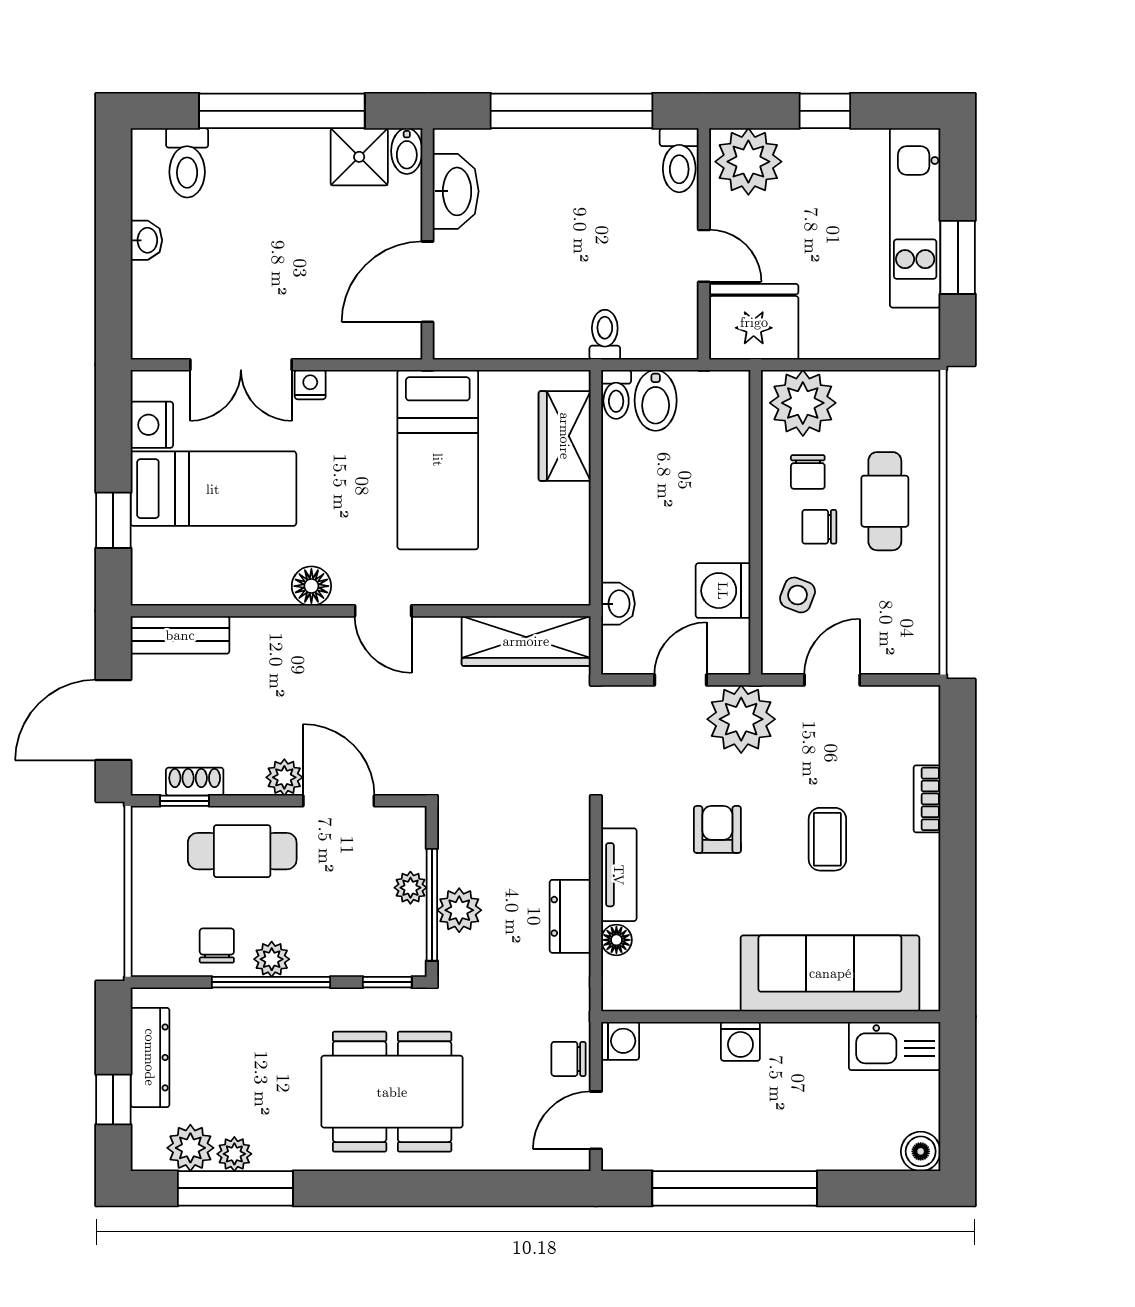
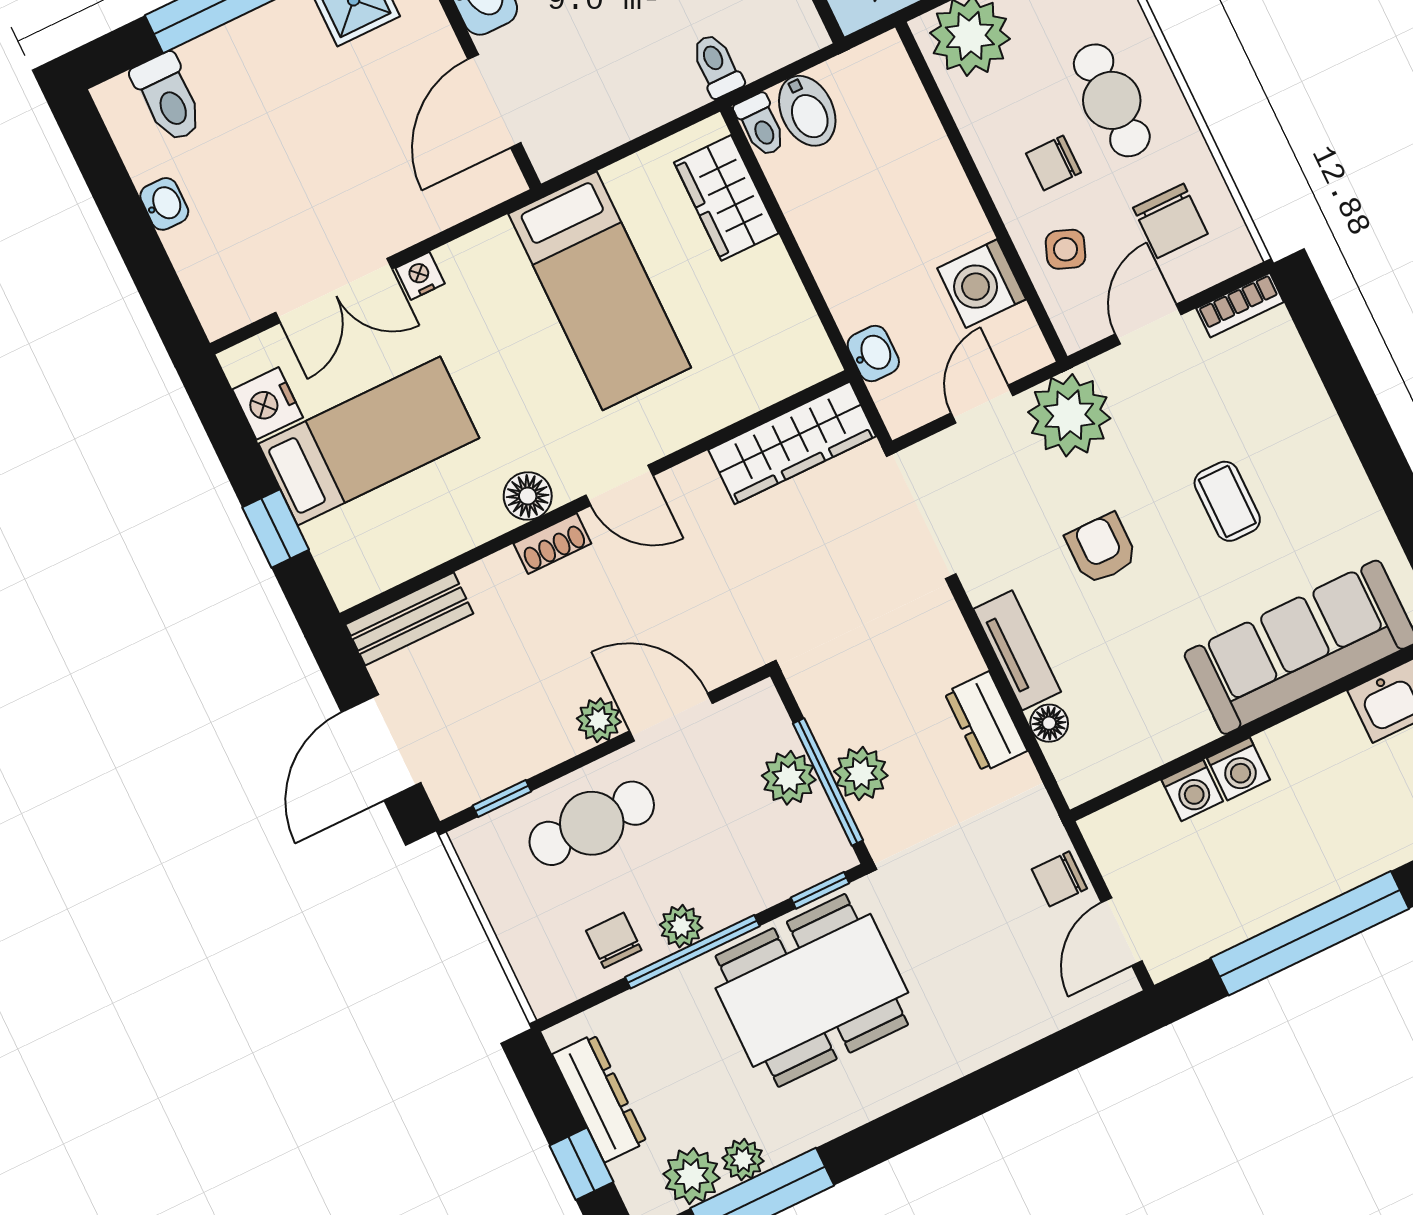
chair: (808, 472) -> (1170, 221), moved, width x1.37, depth x1.37
shoe rack: (195, 782) -> (552, 544), moved, turned 180
bookcase: (927, 799) -> (1240, 305), moved, turned -90
plant: (410, 888) -> (789, 778), width x1.38, depth x1.38
washing machine: (620, 1041) -> (1192, 791), moved, turned 90
dining table: (392, 1092) -> (812, 990), moved

